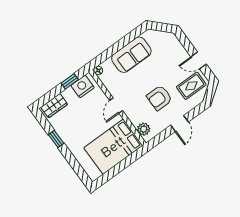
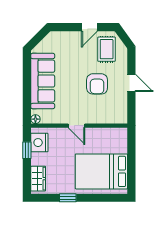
sofa: (131, 55) -> (43, 81), width x1.36
plant: (144, 129) -> (114, 117), removed
bed: (113, 147) -> (101, 171), moved, turned 90

